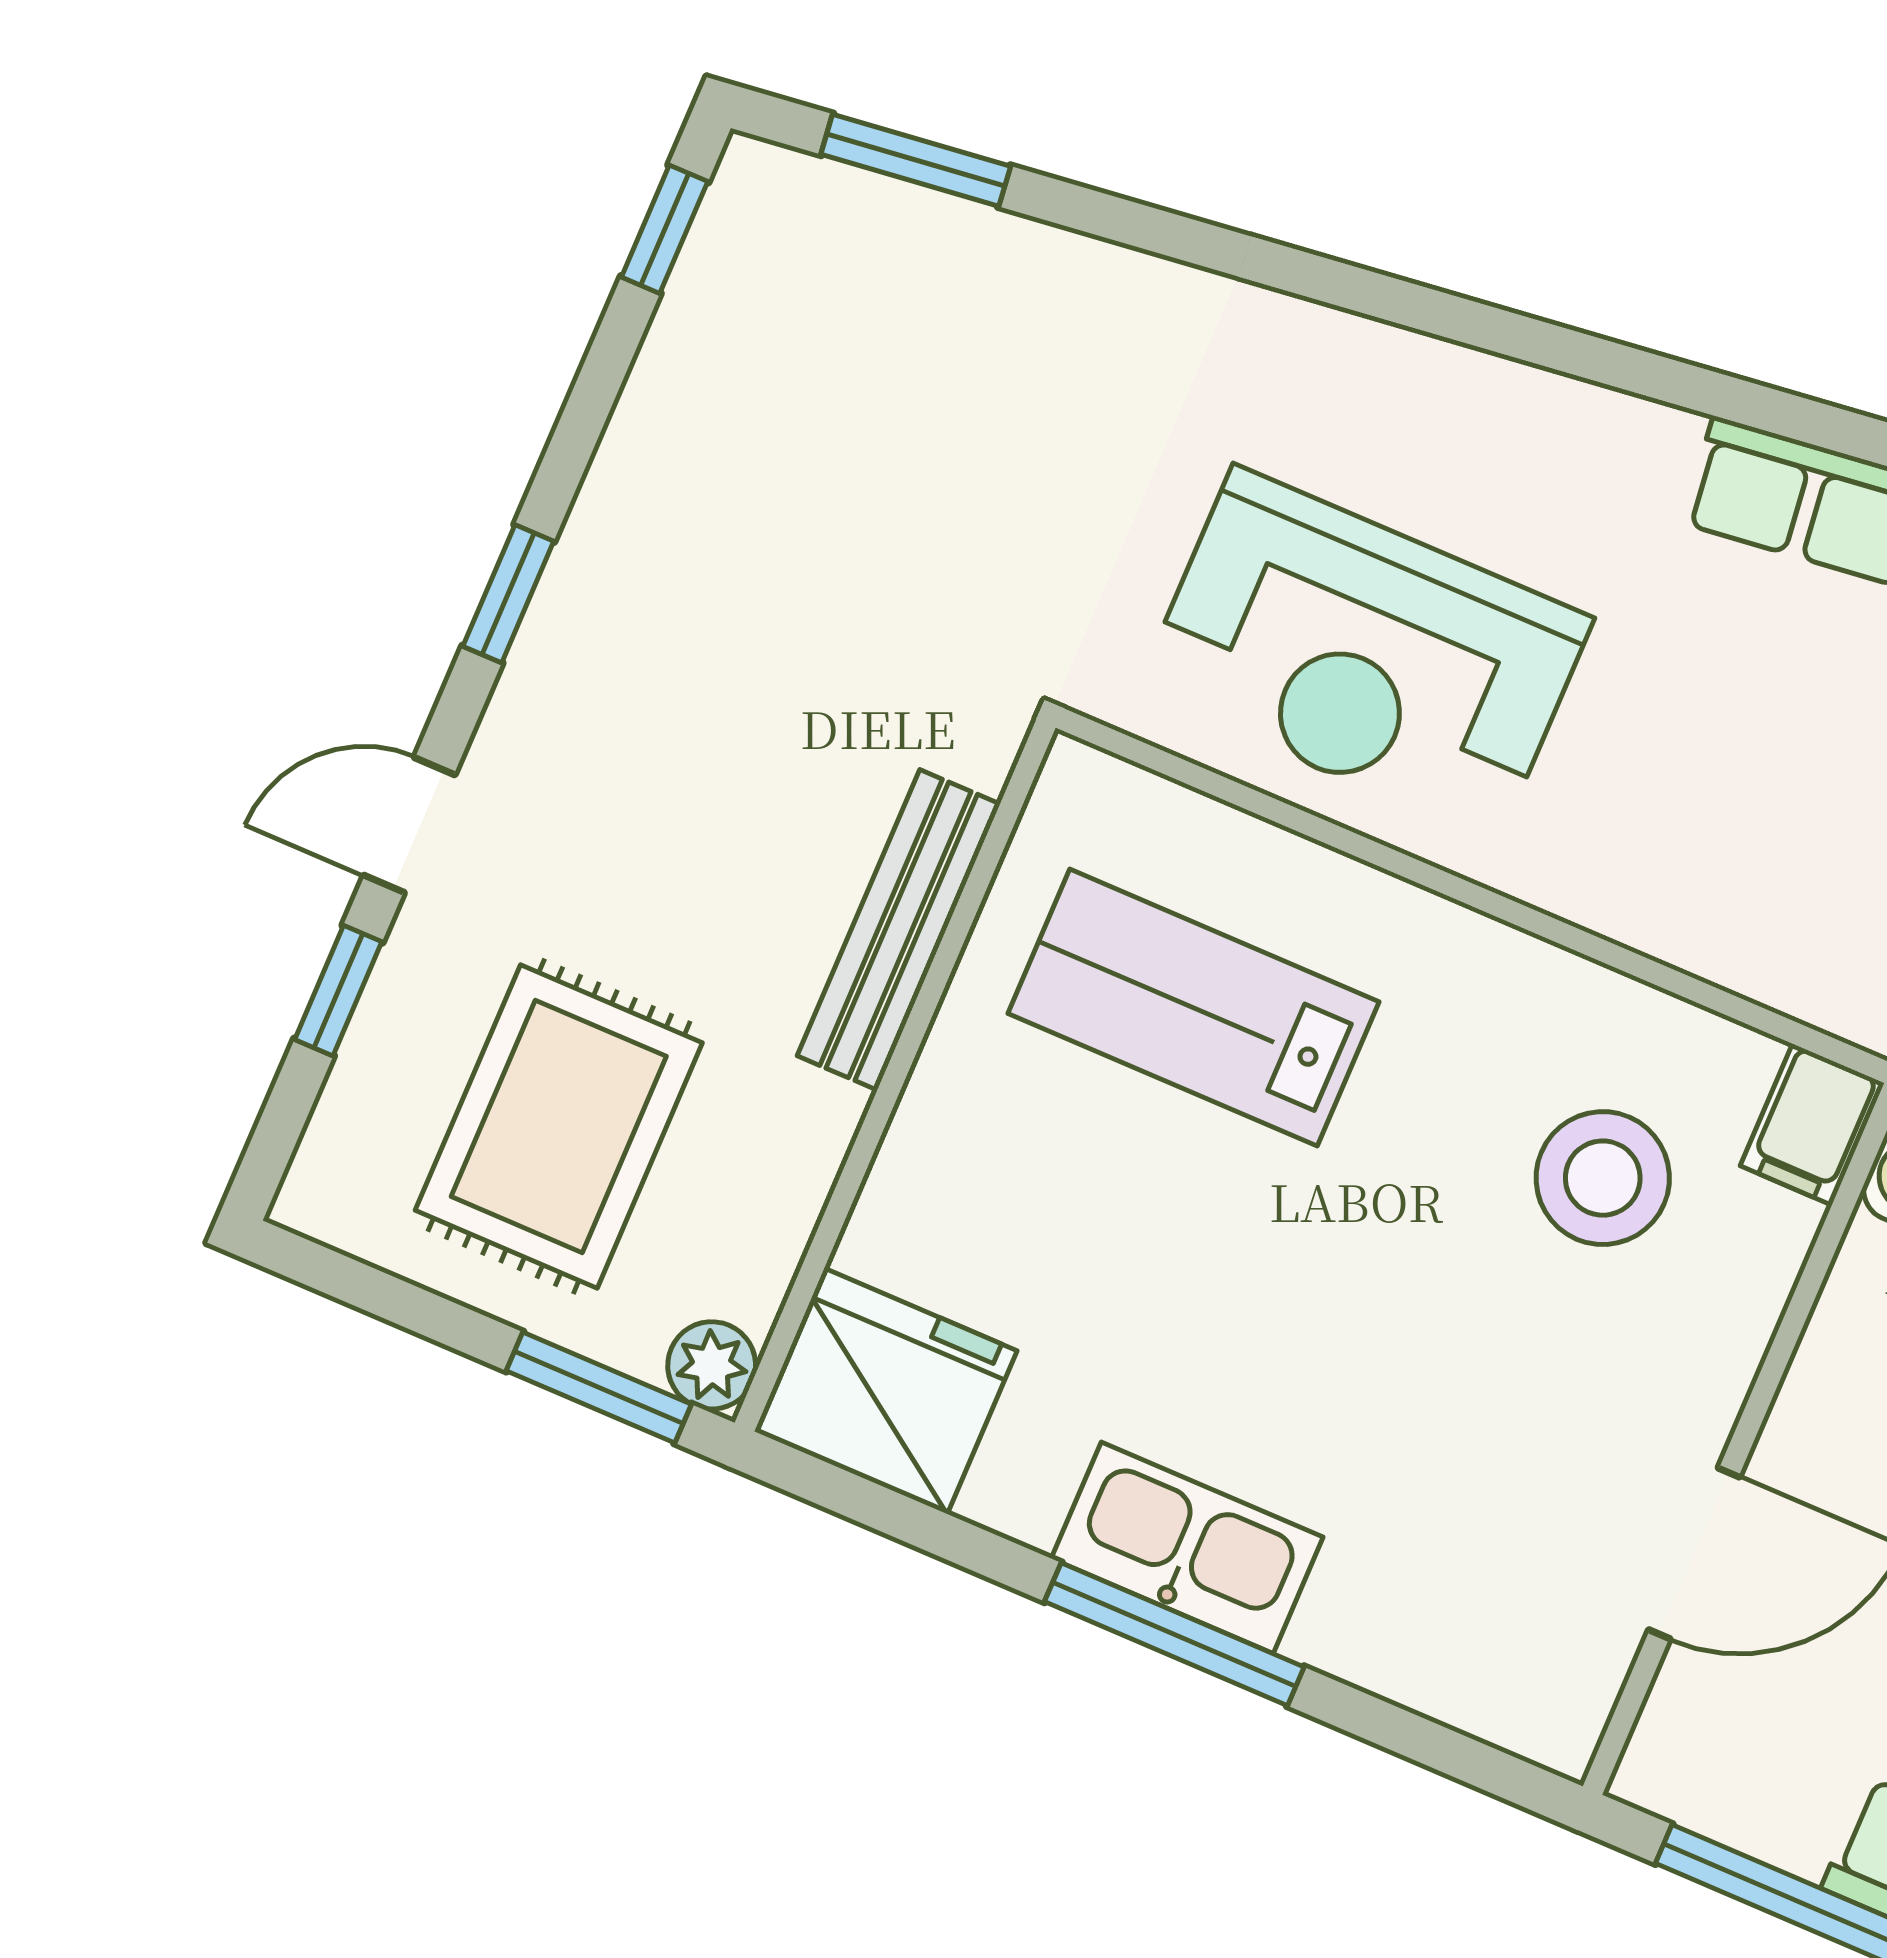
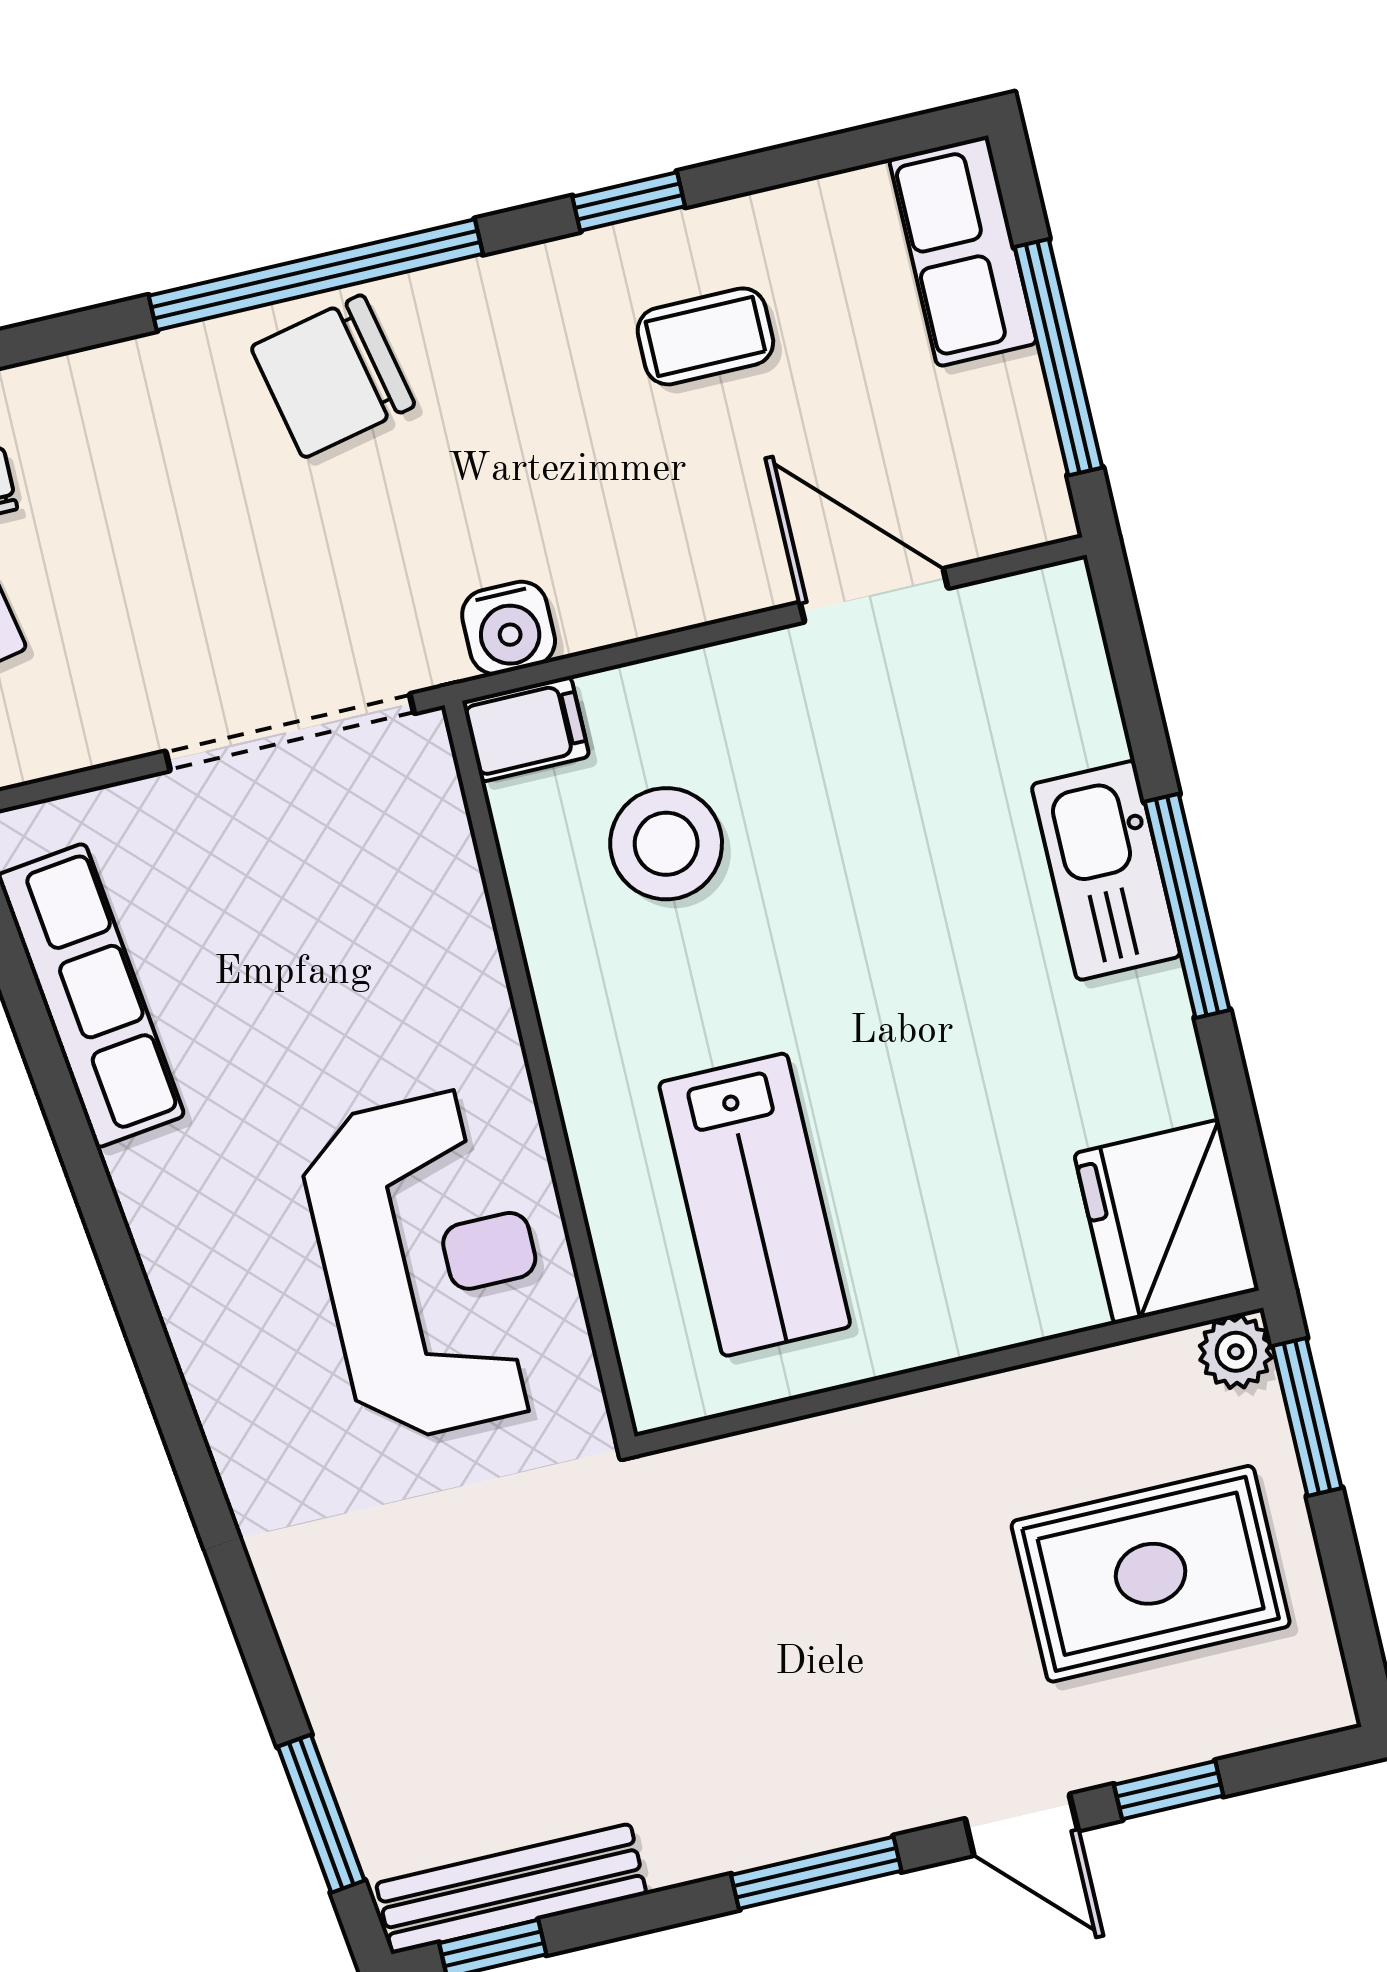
window: (508, 594) -> (816, 1873), width x1.50
bench: (899, 930) -> (511, 1889), moved
kitchen sink: (1187, 1548) -> (1106, 870), moved

